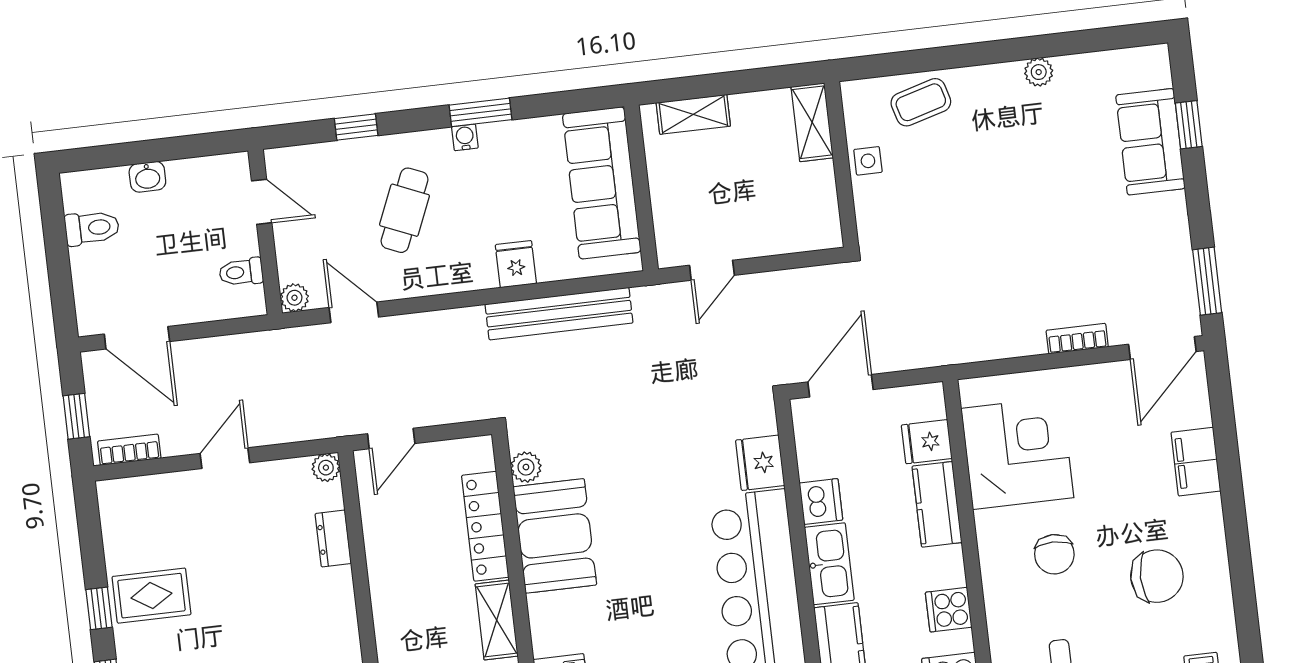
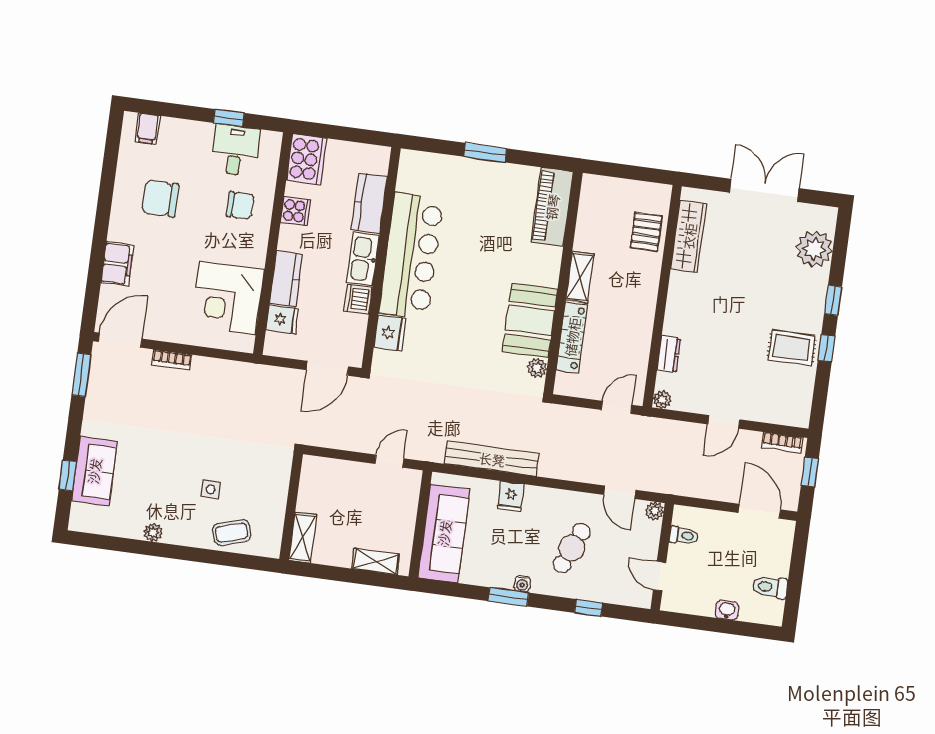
side table: (868, 161) -> (211, 489), moved
chair: (1054, 554) -> (240, 205), moved, turned 90

